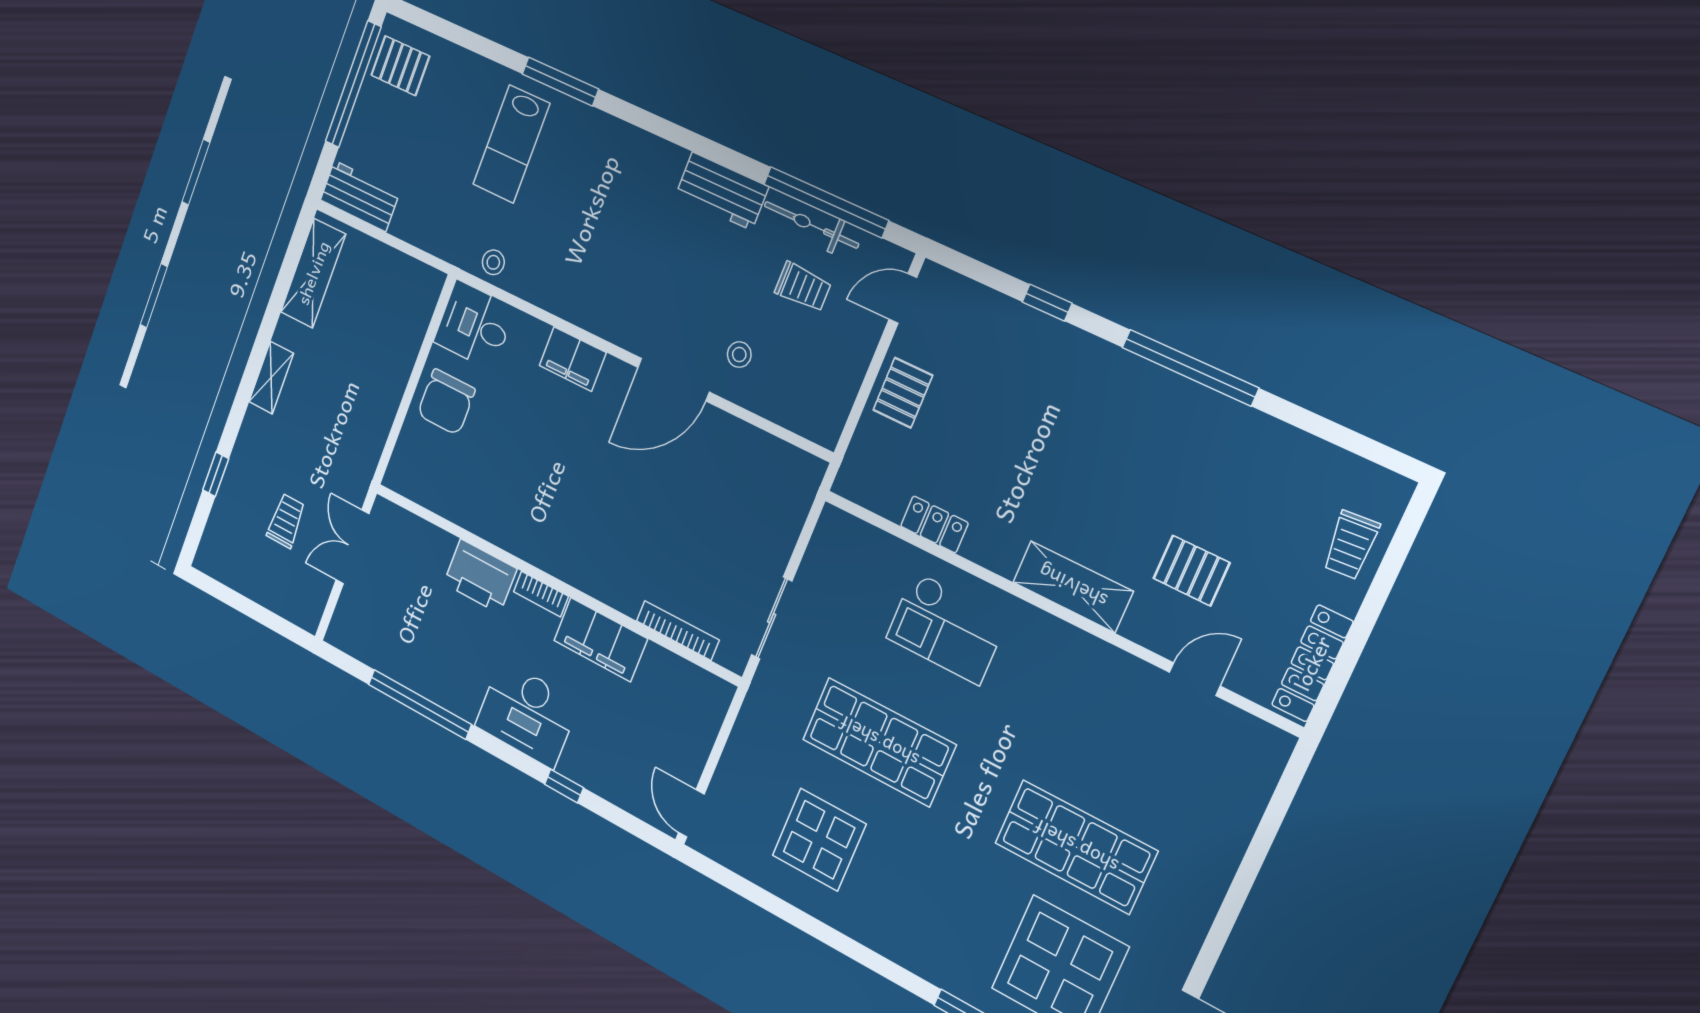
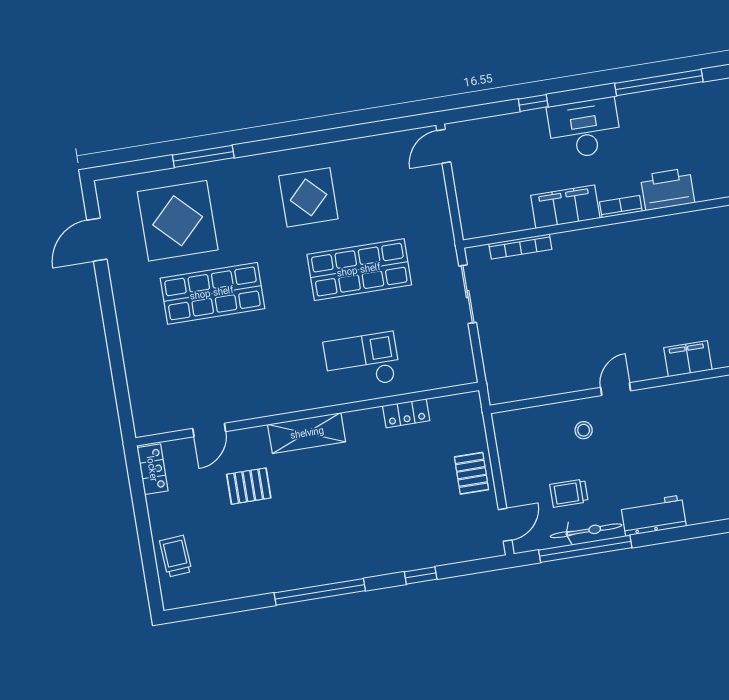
door: (673, 380) -> (616, 389), width x0.53
locker: (1312, 663) -> (152, 469), width x0.66
door: (691, 813) -> (444, 146), swing flipped
display table: (819, 840) -> (308, 197), moved

